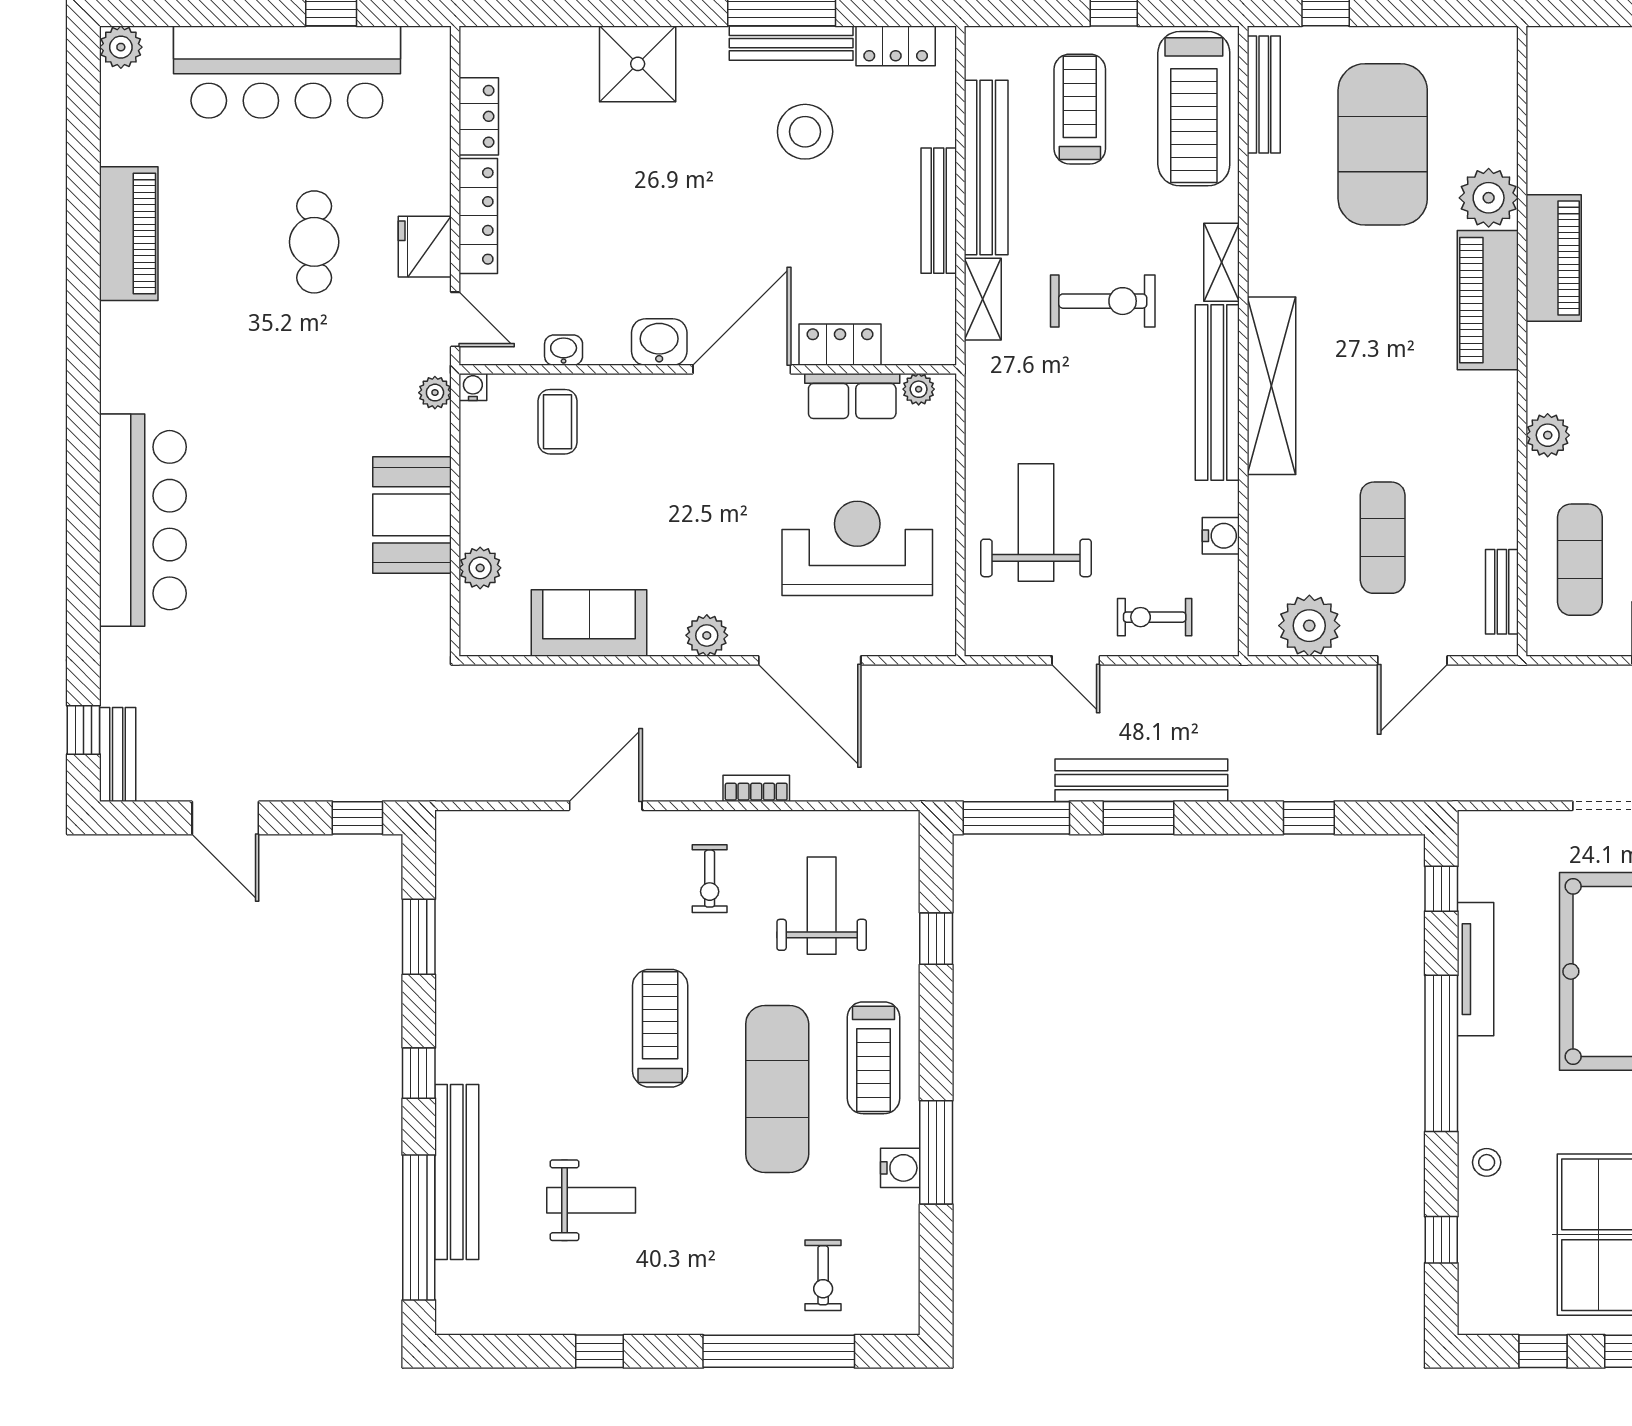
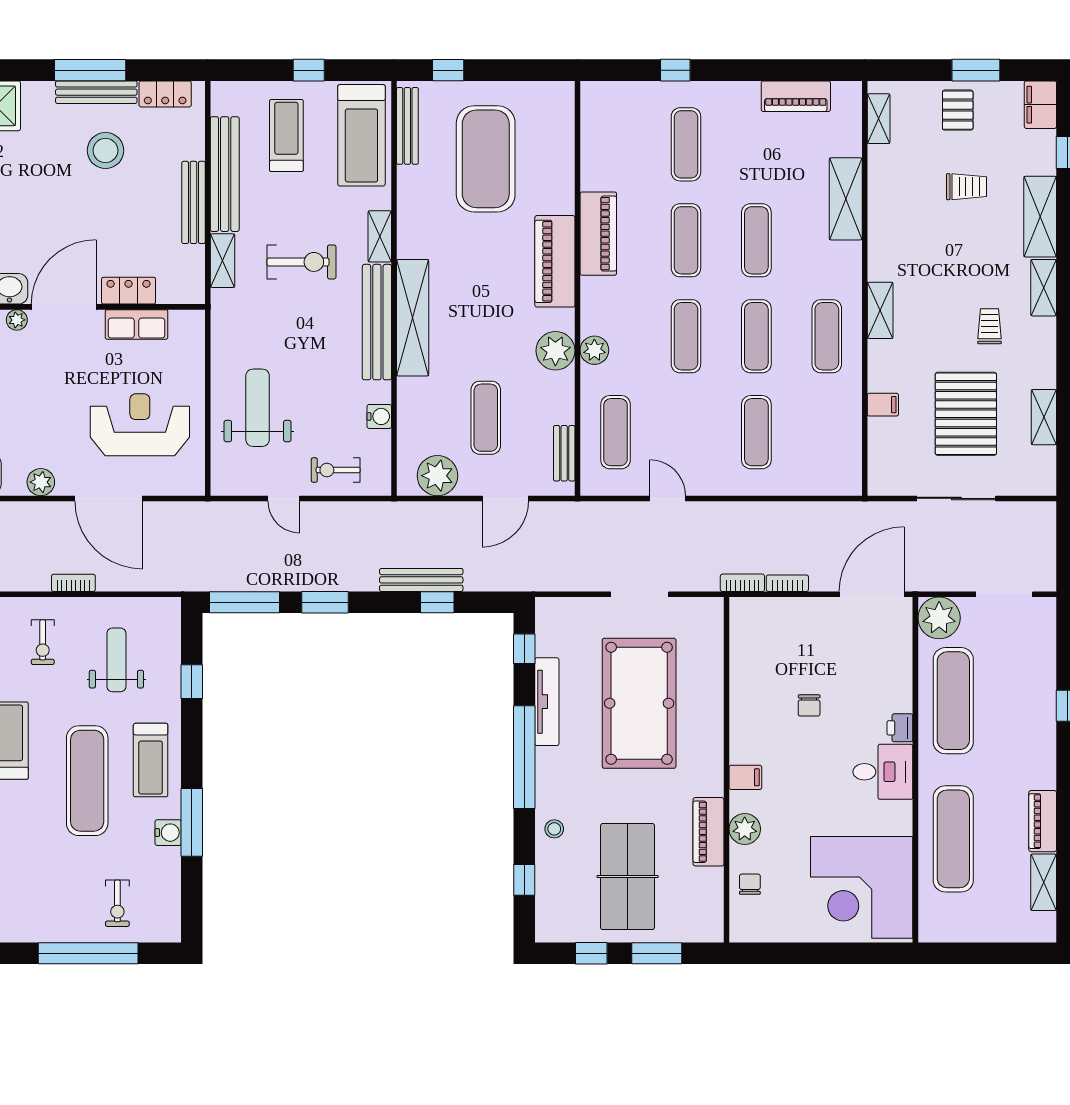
plant: (1489, 198) -> (555, 351), moved
plant: (919, 389) -> (17, 320), moved
bench: (1141, 780) -> (421, 580), moved, width x0.73, depth x0.82

